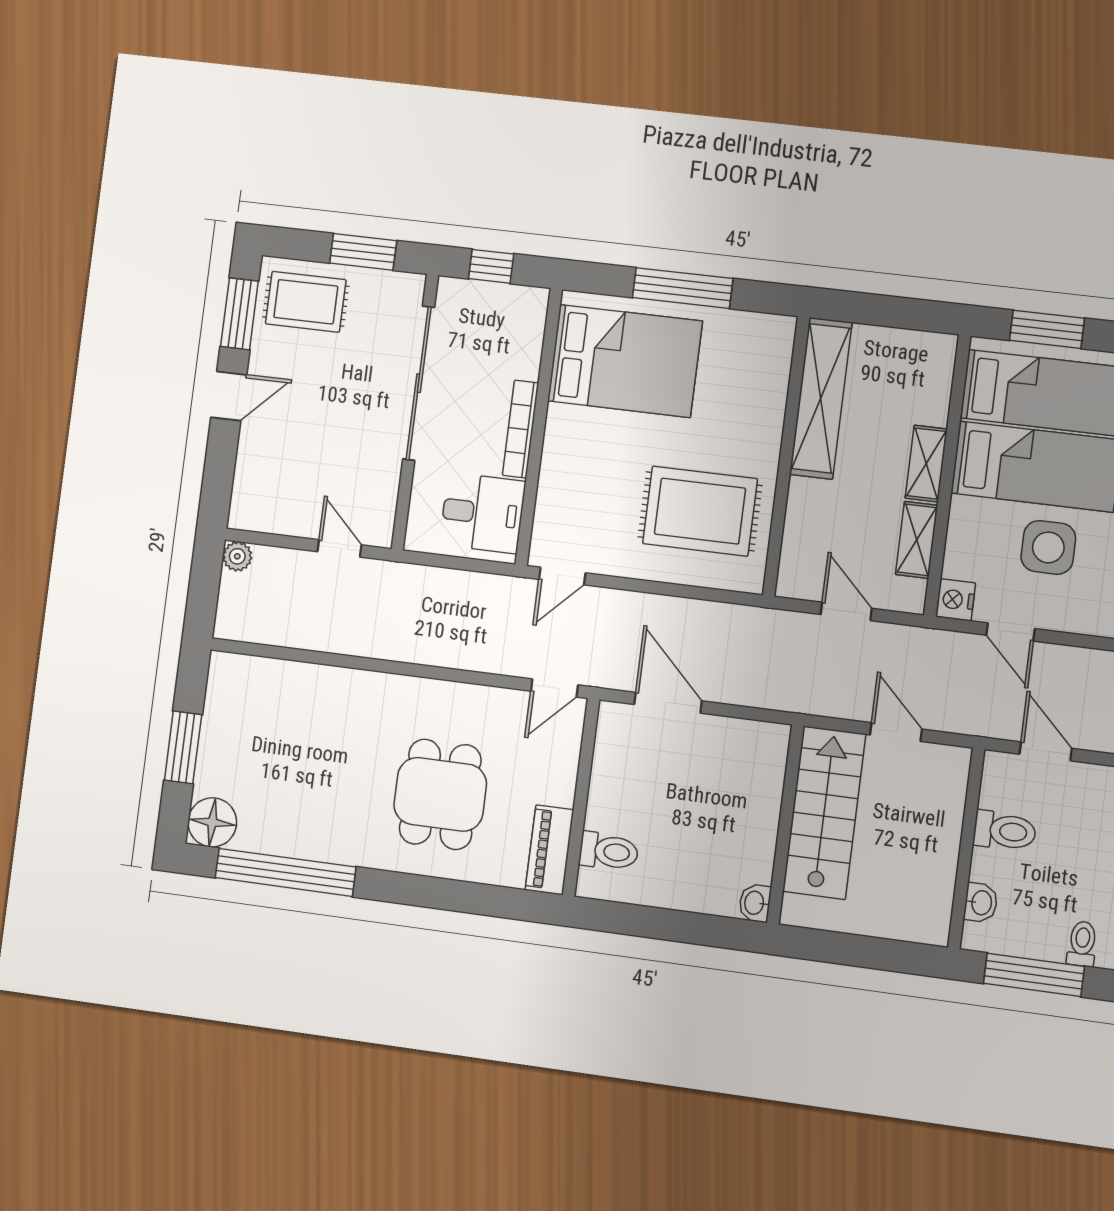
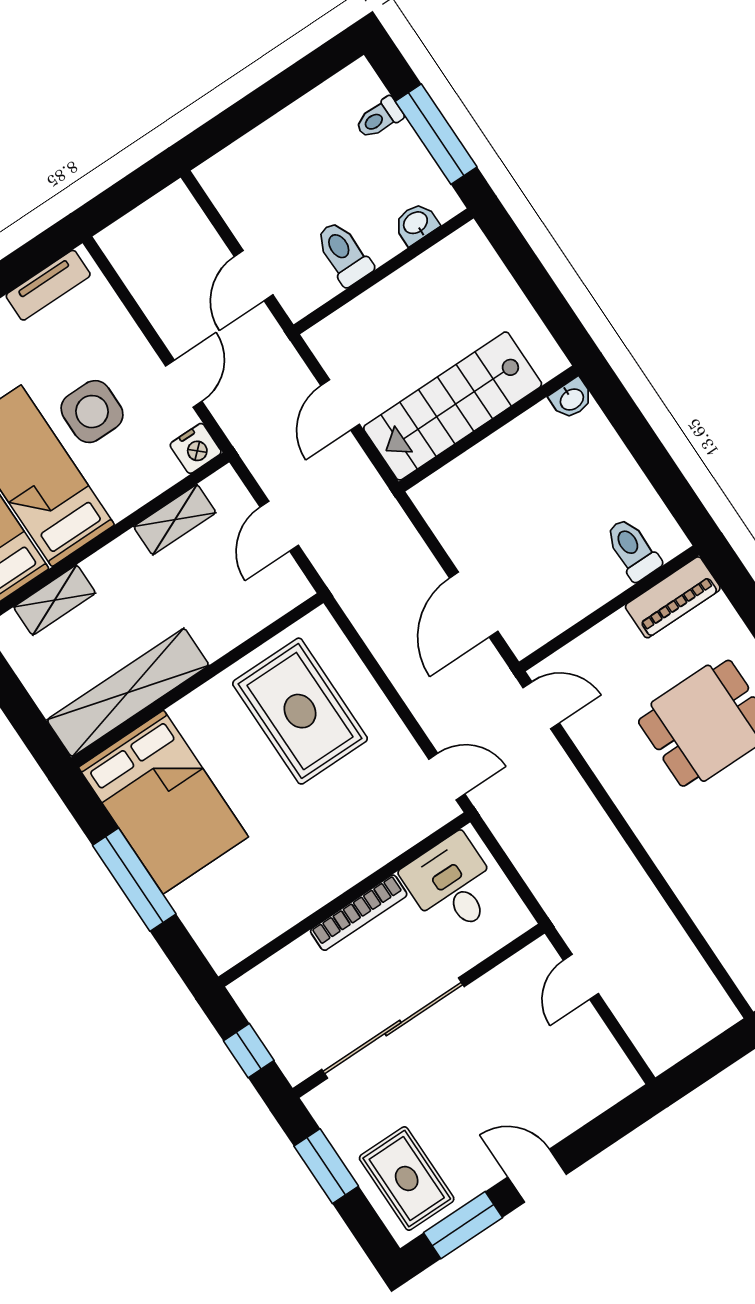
bed: (625, 361) -> (163, 802), moved, turned 180
shelving: (926, 464) -> (55, 600), moved
plant: (237, 556) -> (660, 1055), removed

